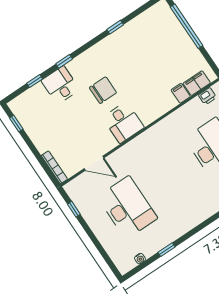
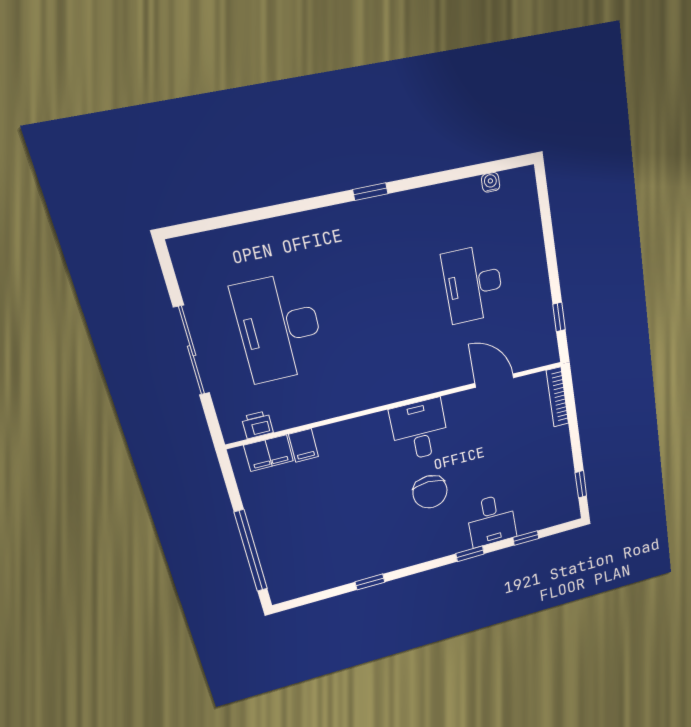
chair: (103, 90) -> (430, 492), turned -90
desk: (127, 208) -> (473, 284), width x0.73, depth x0.77
window: (166, 250) -> (370, 192), moved

